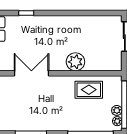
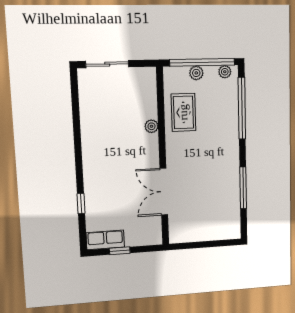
plant: (75, 62) -> (151, 126), width x0.53, depth x0.53
plant: (117, 110) -> (196, 73), moved

